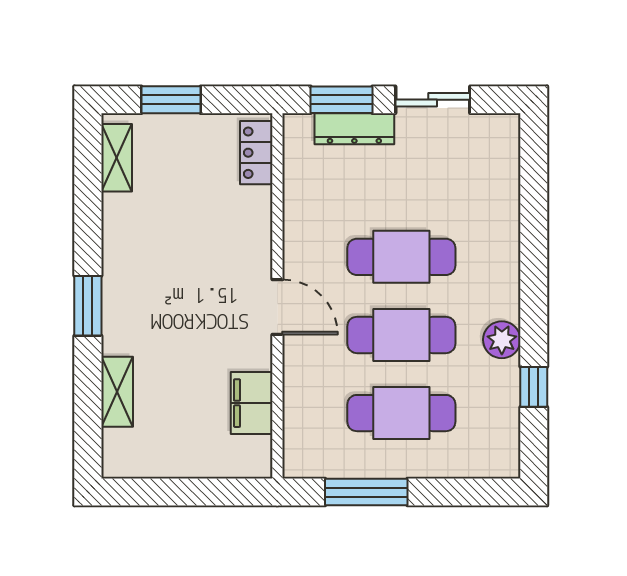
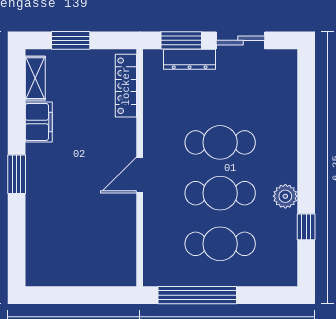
locker: (256, 153) -> (126, 86), width x1.53
door: (277, 307) -> (140, 175), swing flipped
shelving: (117, 392) -> (36, 230), removed
filing cabinet: (252, 403) -> (39, 122), moved, turned 180
window: (366, 492) -> (197, 295), width x1.46

